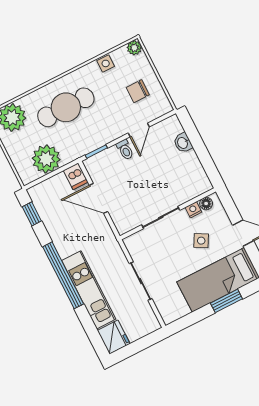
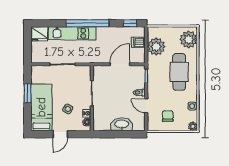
washbasin: (183, 143) -> (122, 124), width x1.91, depth x1.45
dishwasher: (76, 176) -> (138, 42), moved
window: (226, 301) -> (28, 93), moved

